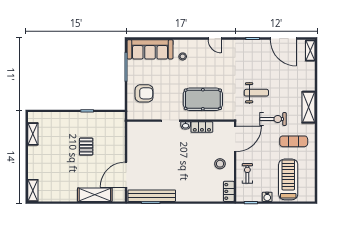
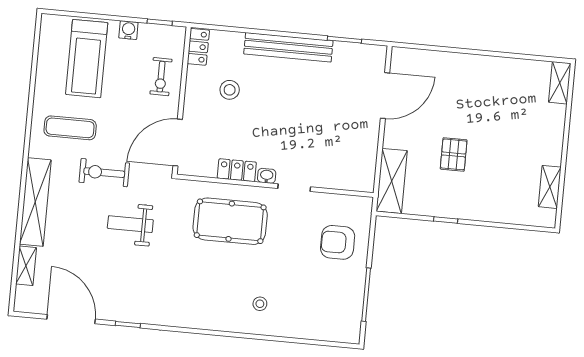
door: (215, 39) -> (198, 331), removed
sofa: (150, 49) -> (319, 322), removed
shelving: (310, 51) -> (26, 266), moved
shelving: (309, 107) -> (35, 202), width x1.47
stool: (220, 164) -> (230, 90), moved
shelving: (95, 195) -> (392, 181), moved, turned 90
bench: (152, 196) -> (288, 47), moved

